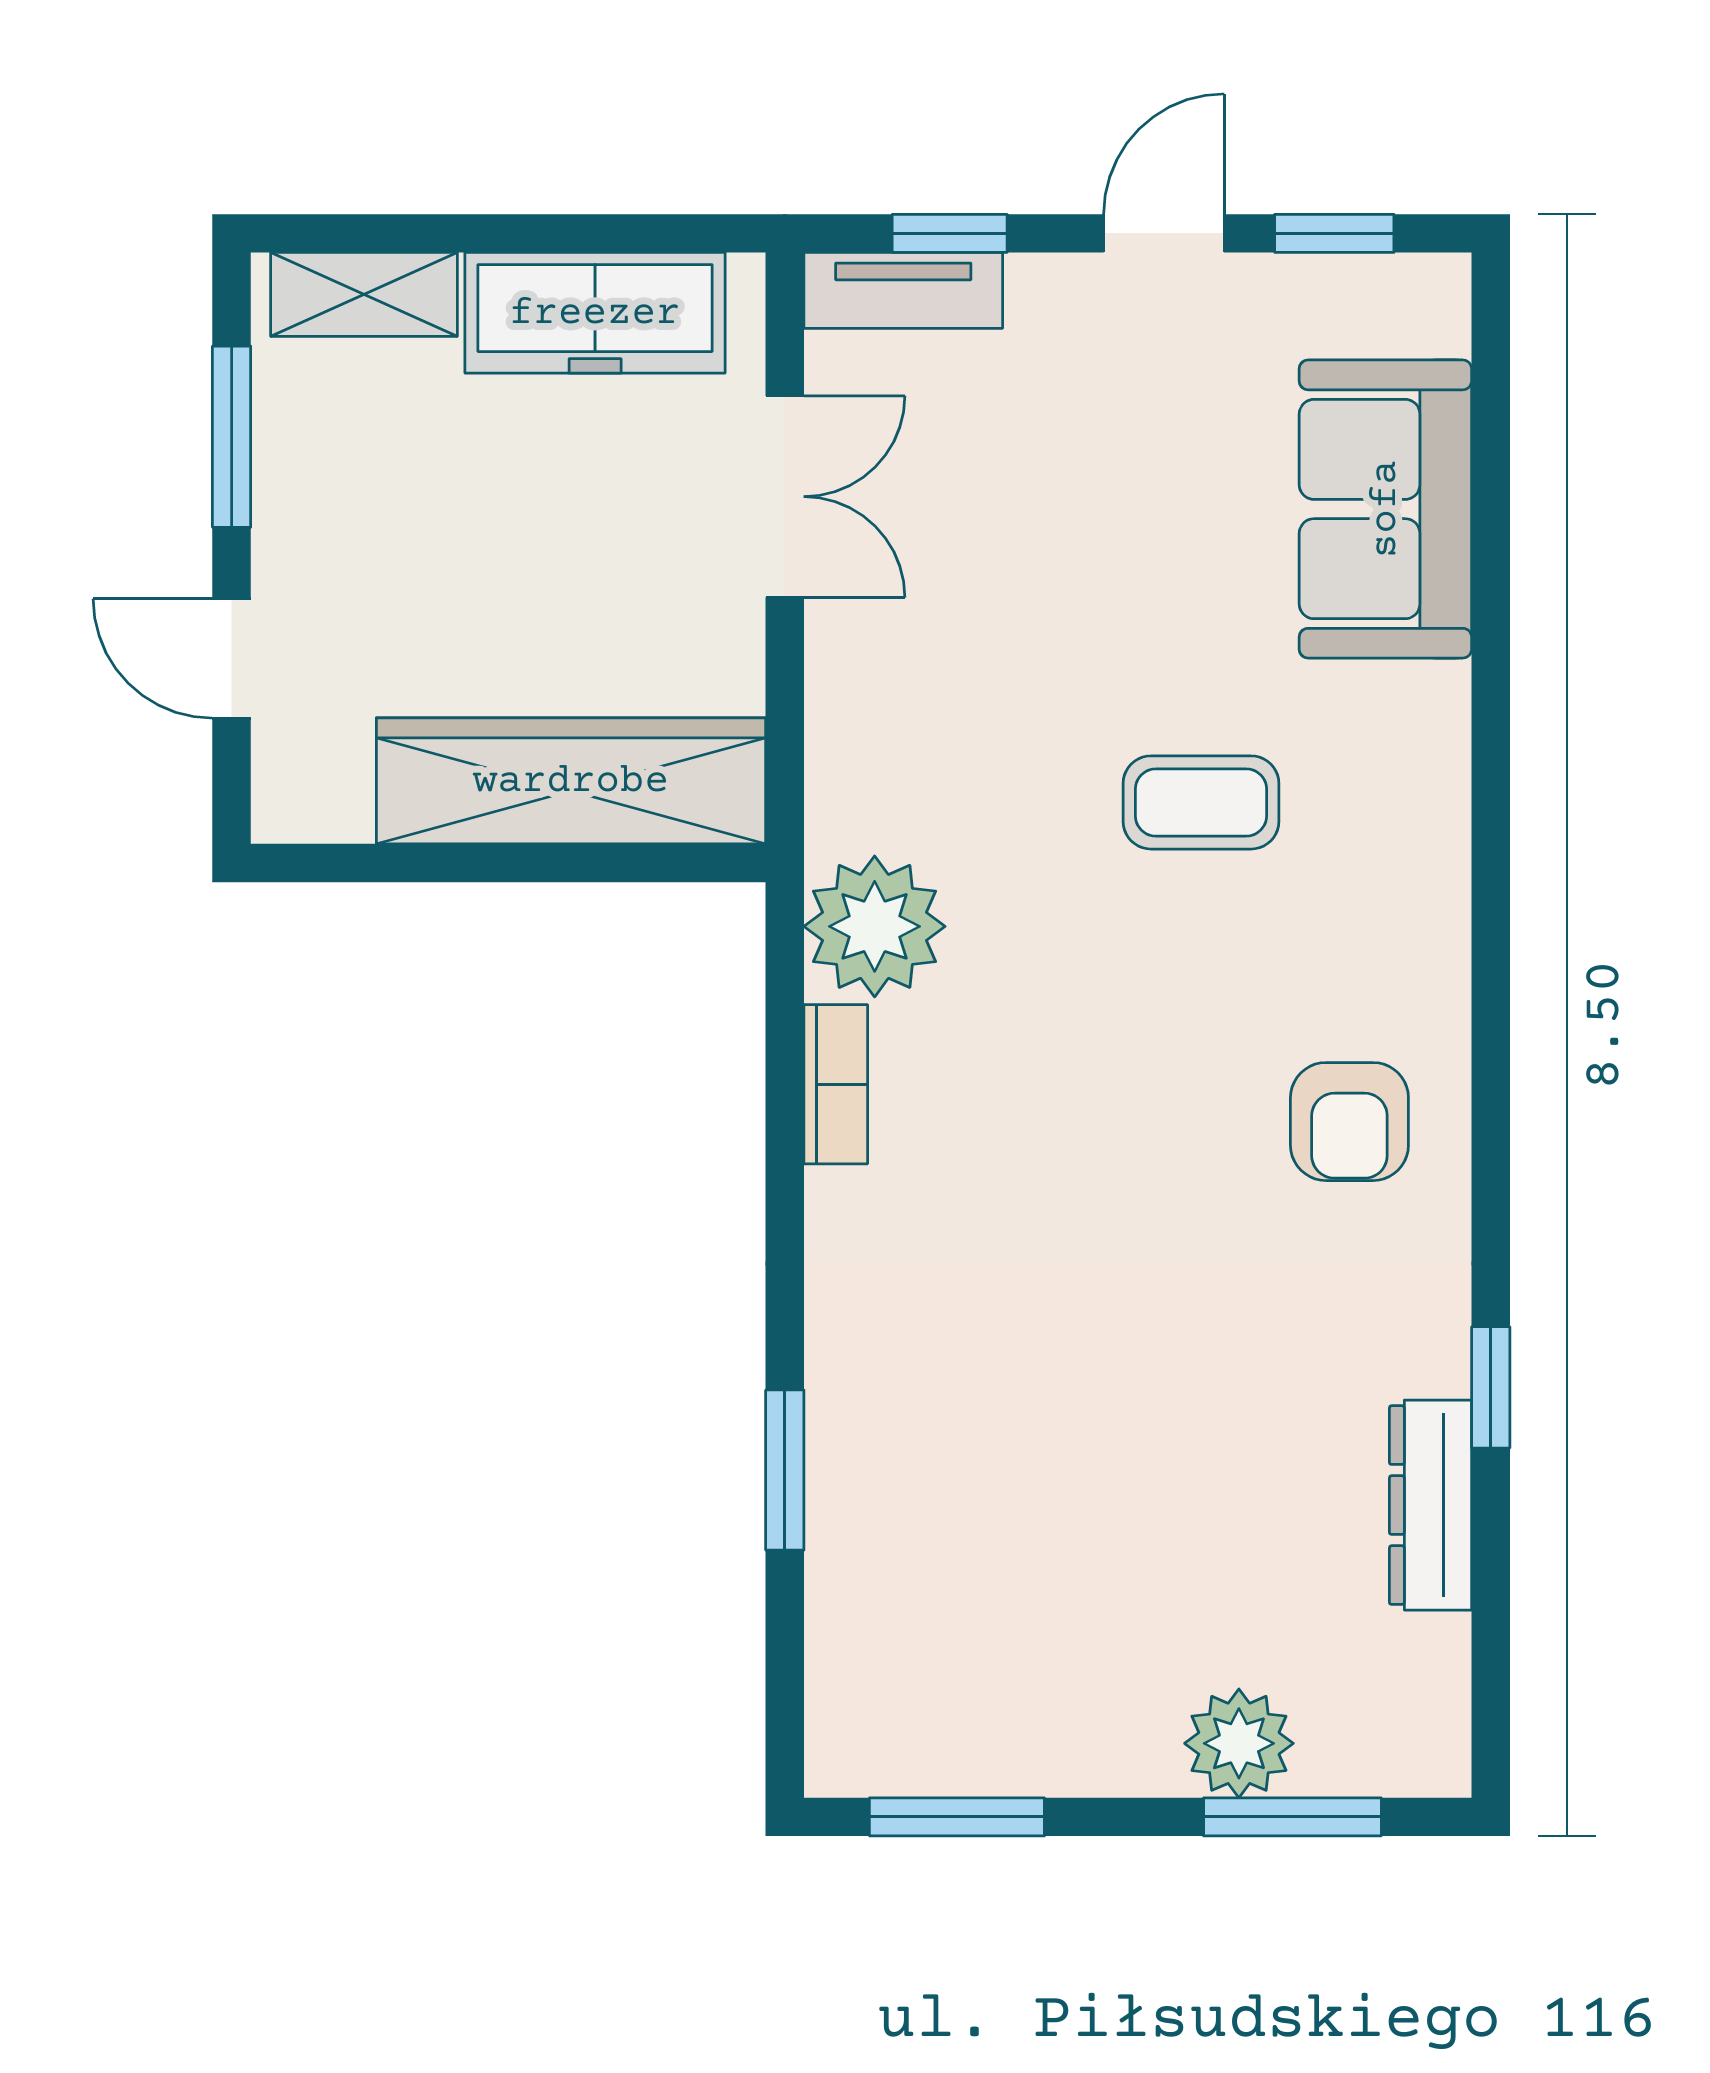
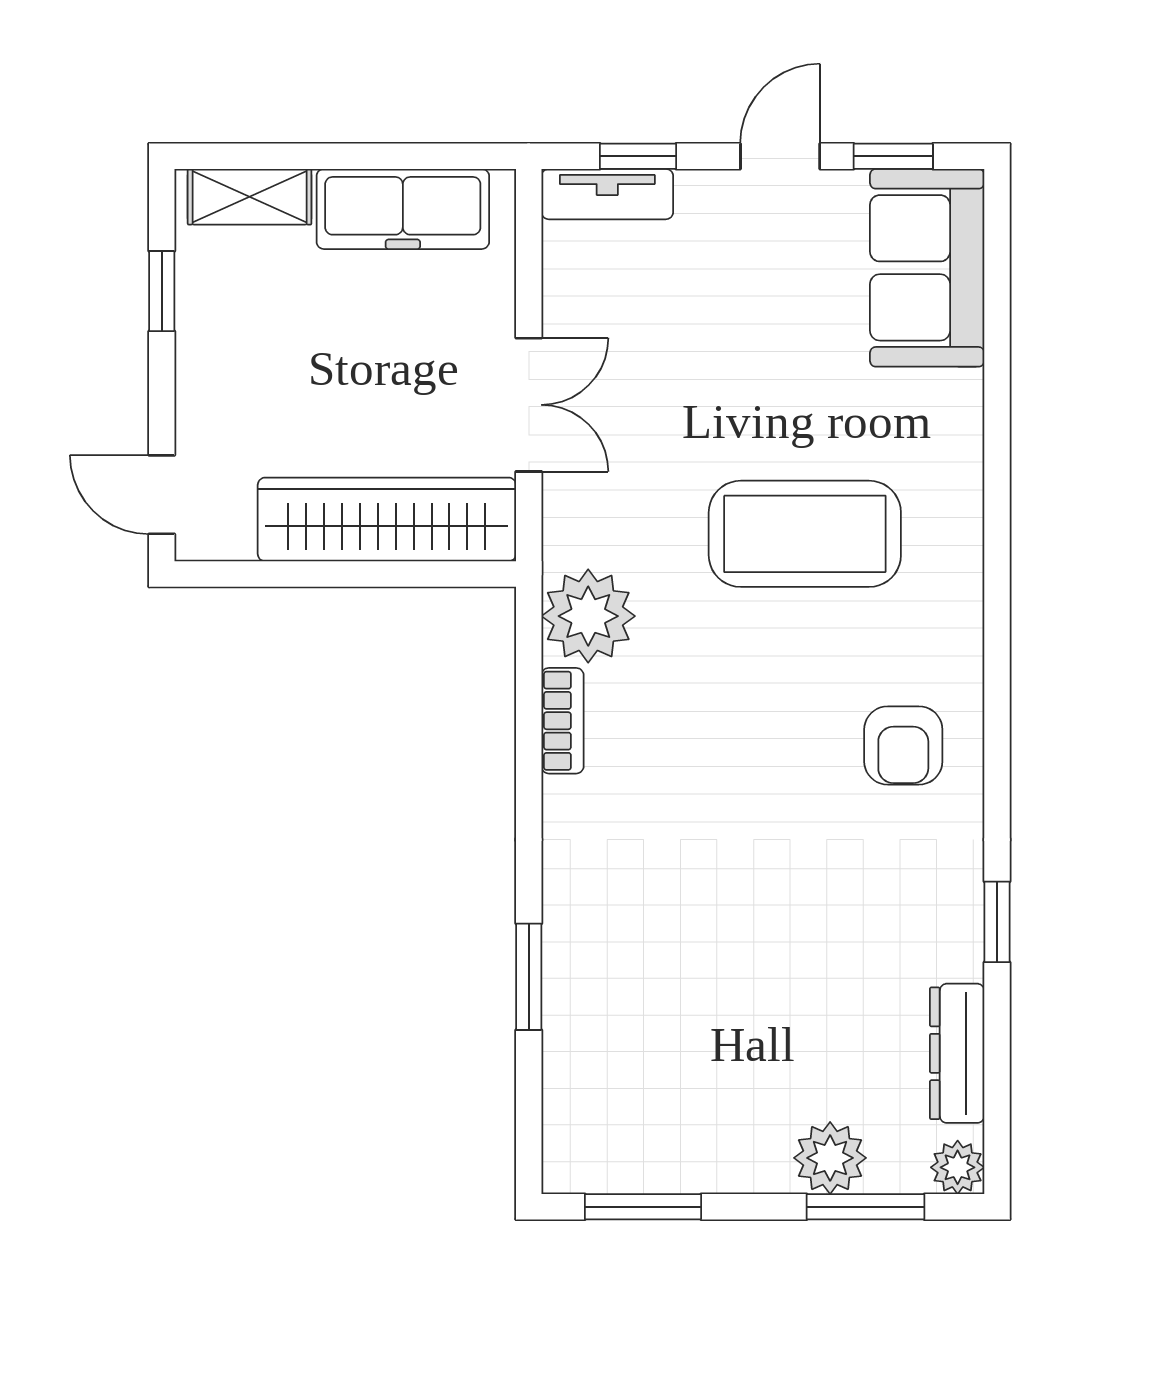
window: (232, 437) -> (162, 291), width x0.67
double door: (785, 497) -> (529, 405), moved
sofa: (1385, 509) -> (927, 268), moved
door: (232, 659) -> (162, 495), moved
coffee table: (1201, 802) -> (805, 534), width x1.86, depth x1.72
dresser: (1431, 1505) -> (957, 1053), moved
plant: (1431, 1757) -> (958, 1167), added

